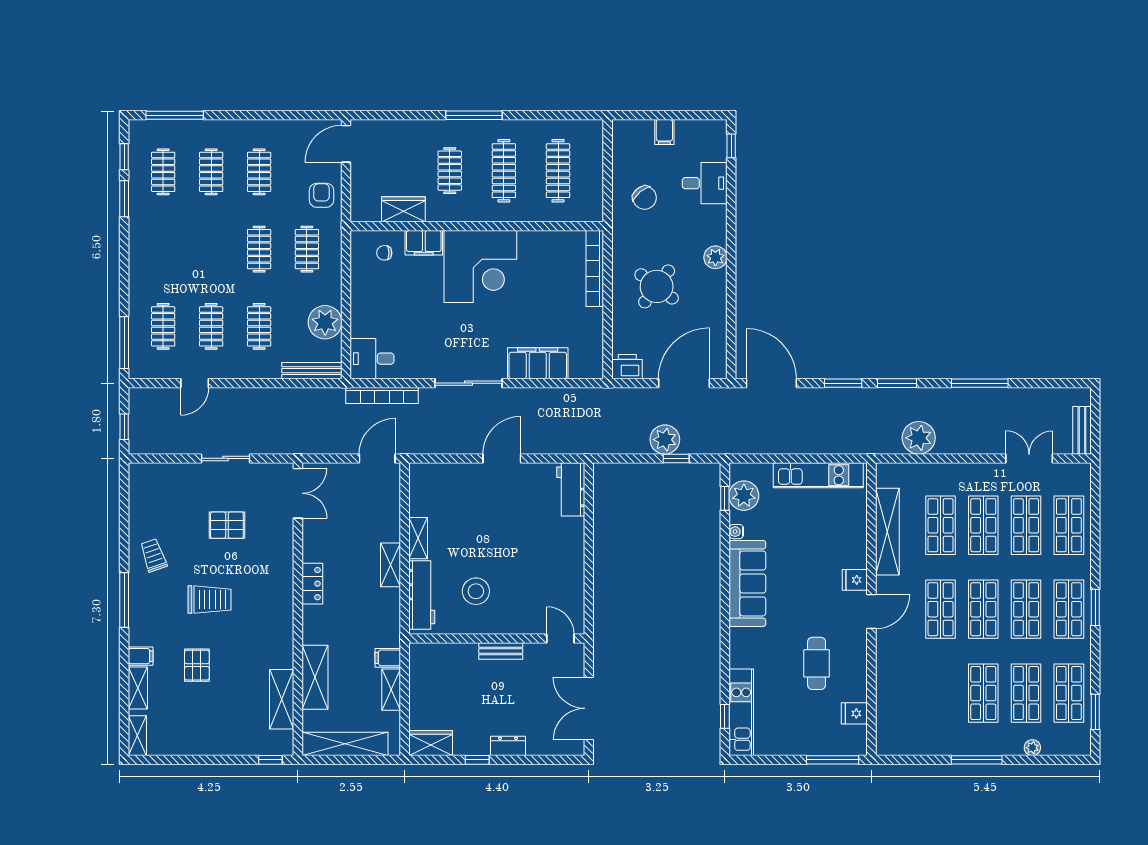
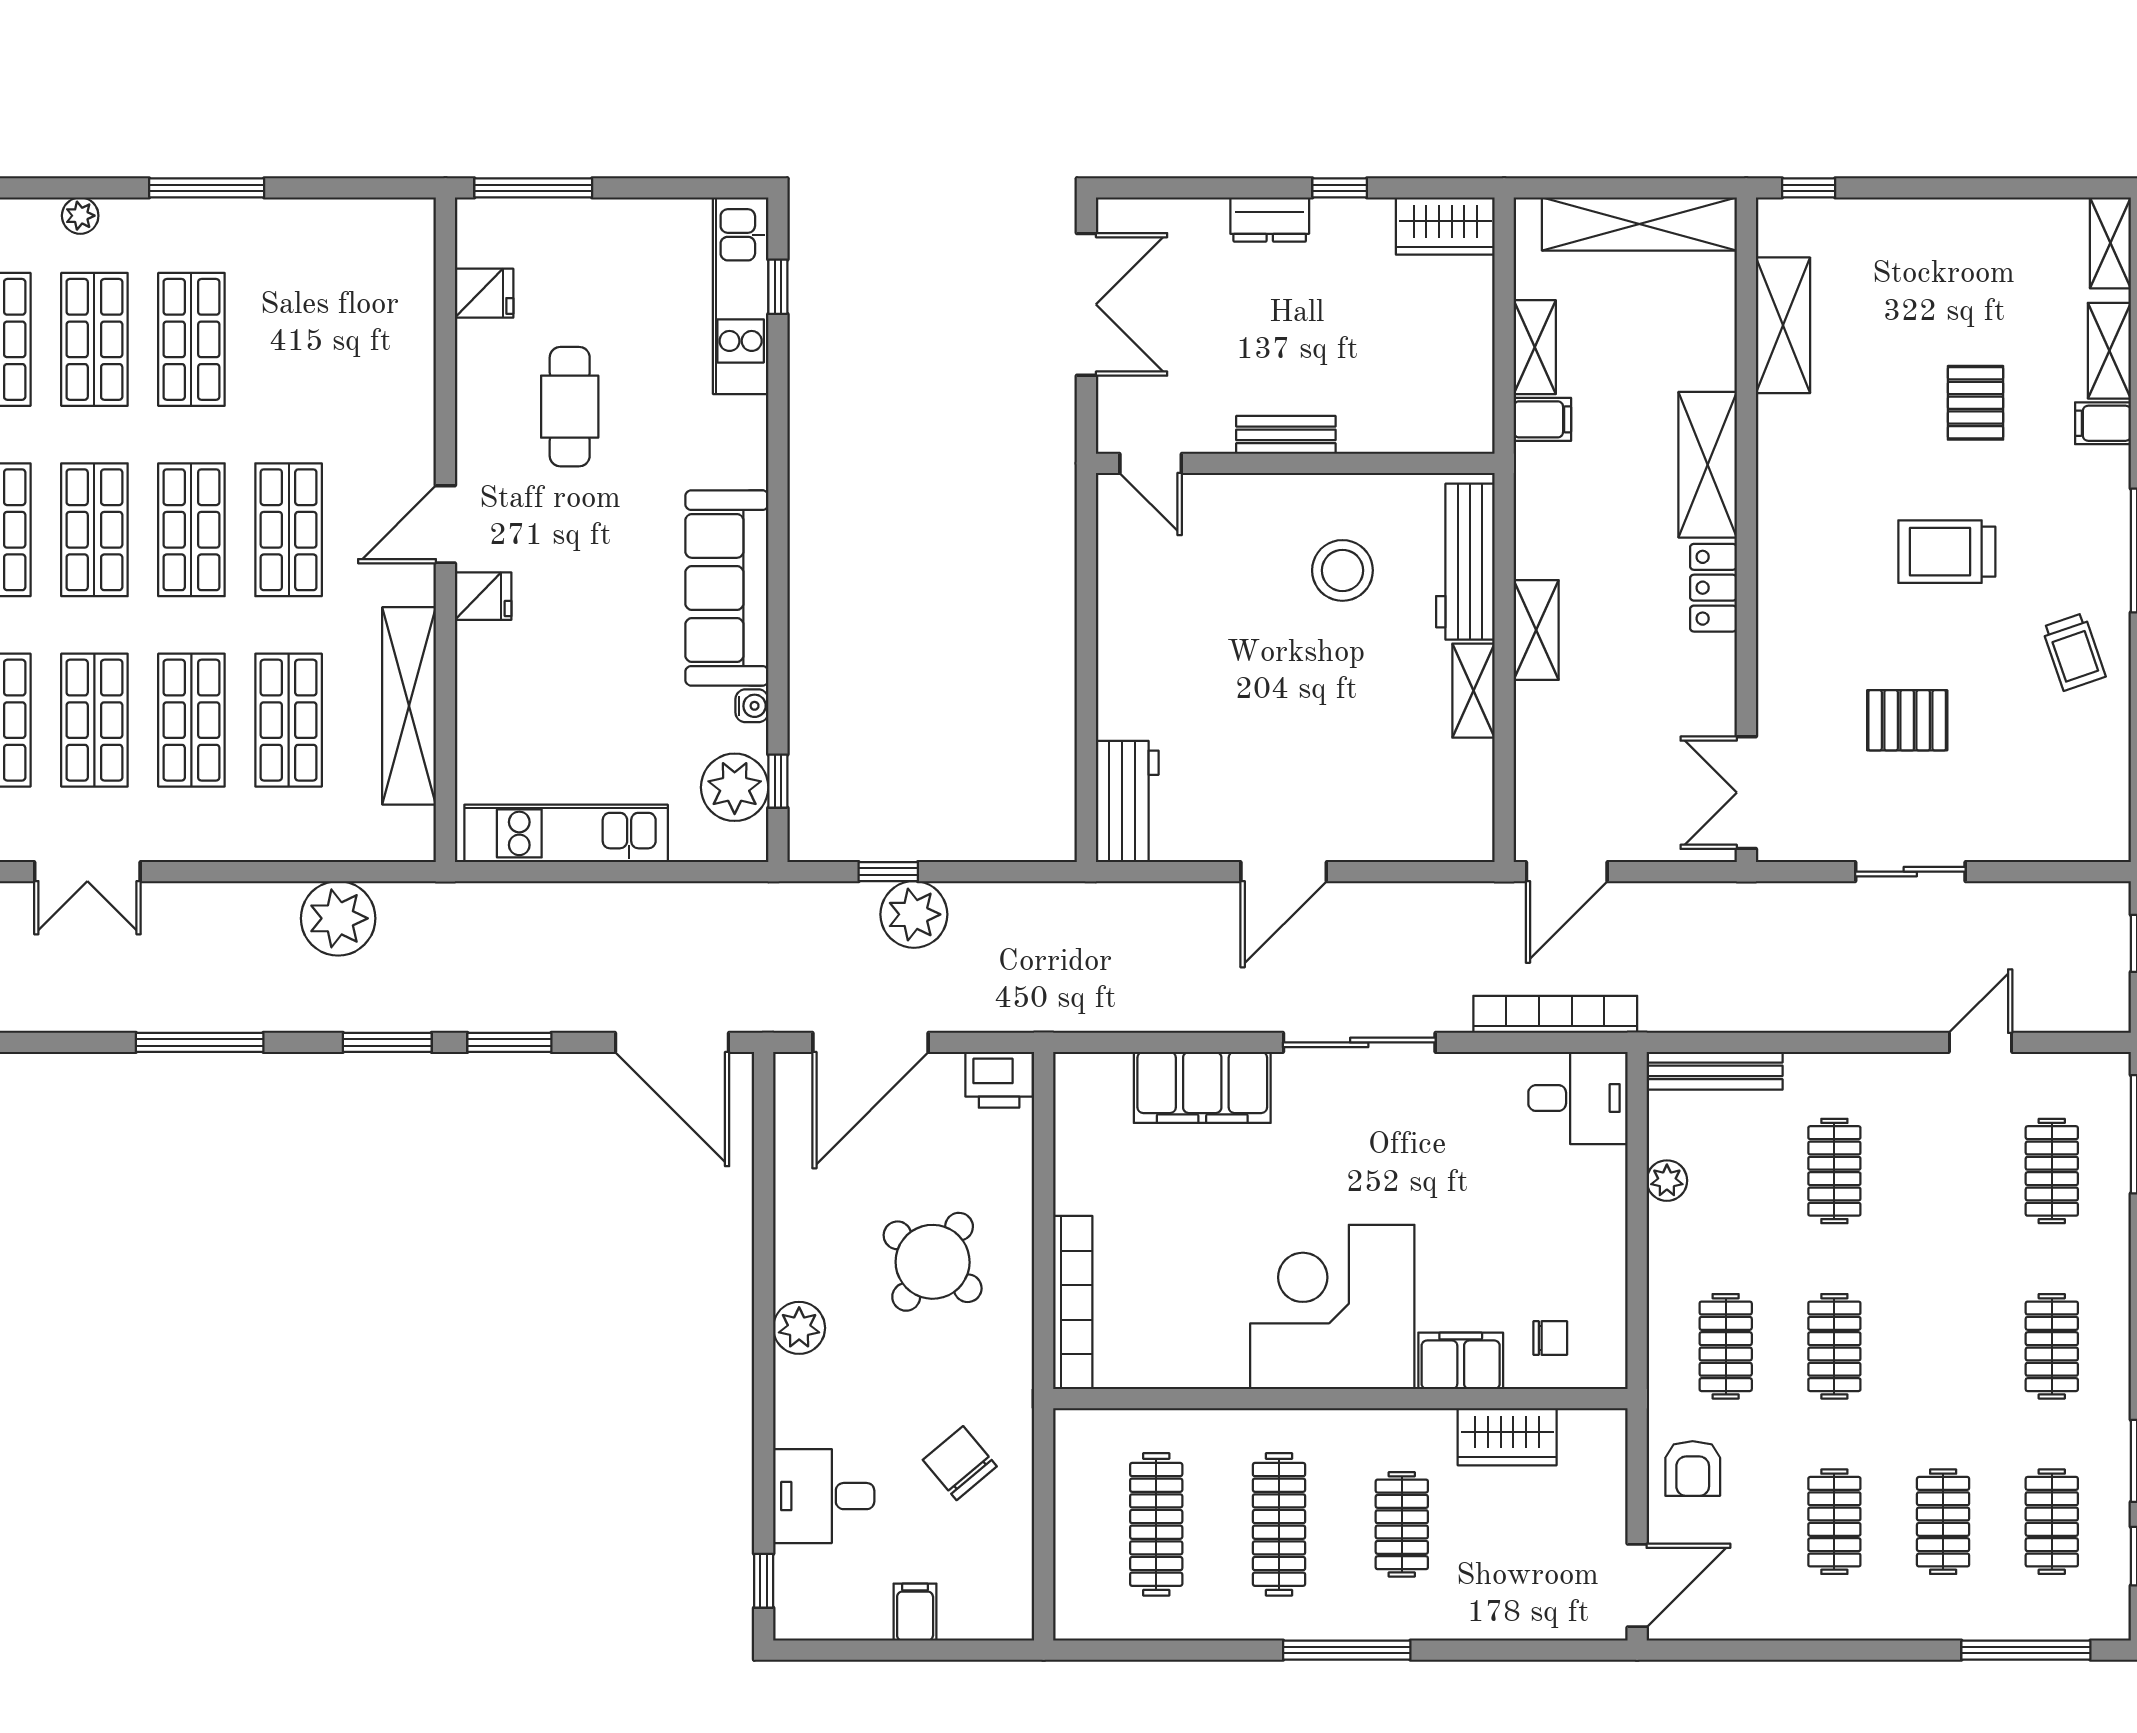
plant: (325, 322) -> (1667, 1181), width x0.53, depth x0.53
clothes rail: (211, 326) -> (2052, 1346), moved
shelving: (315, 677) -> (1708, 465), moved

